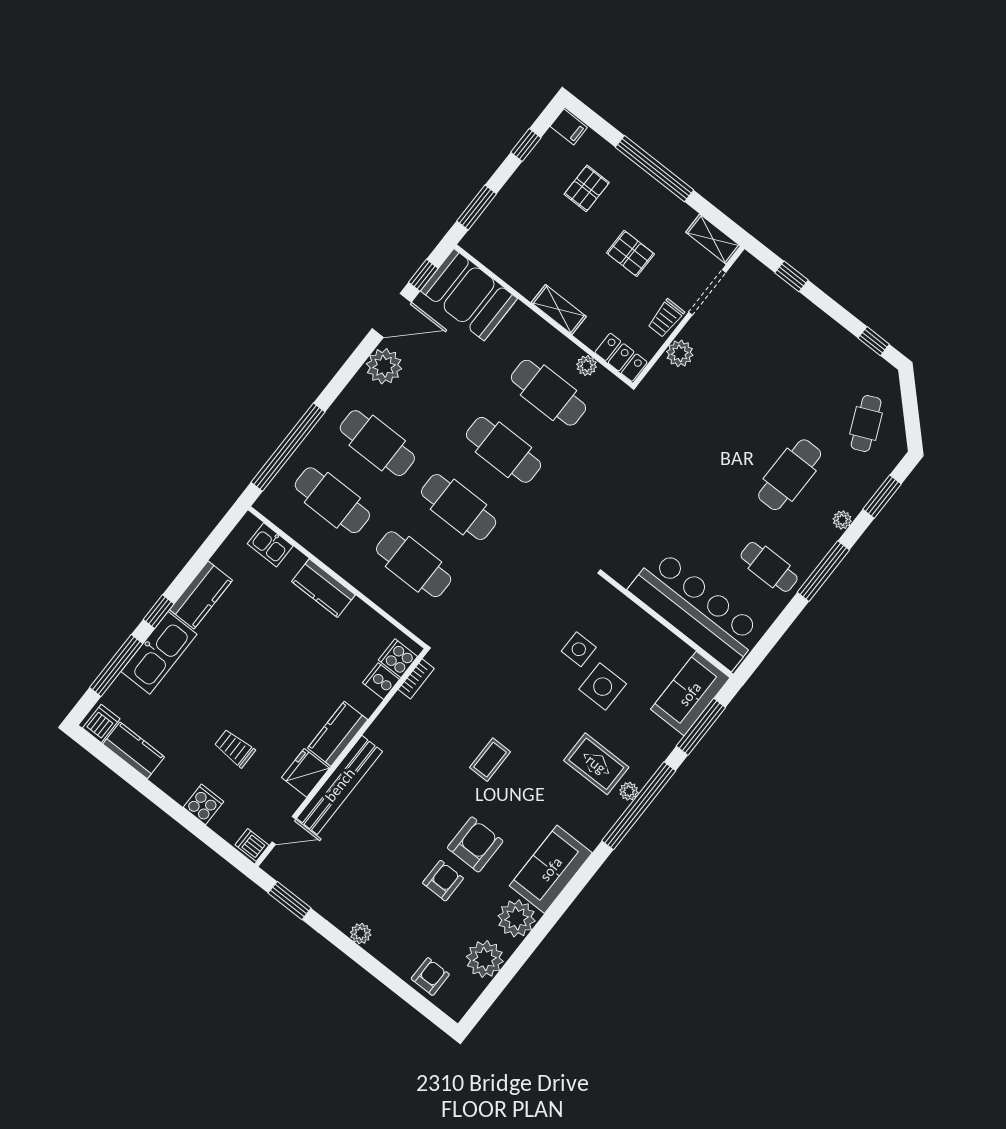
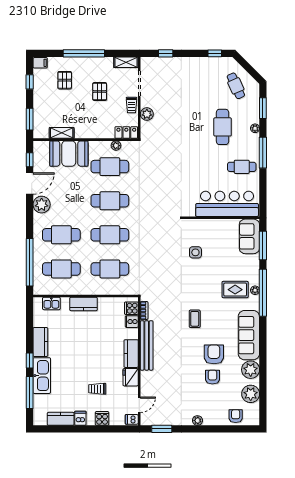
pallet: (630, 253) -> (100, 91), turned 90
booth: (469, 295) -> (69, 154), moved
shelving: (559, 310) -> (62, 133), moved
side table: (603, 687) -> (215, 259), removed
dishwasher: (101, 723) -> (80, 418), moved
bench: (340, 785) -> (147, 345), moved
sofa: (551, 869) -> (249, 335), width x1.36

